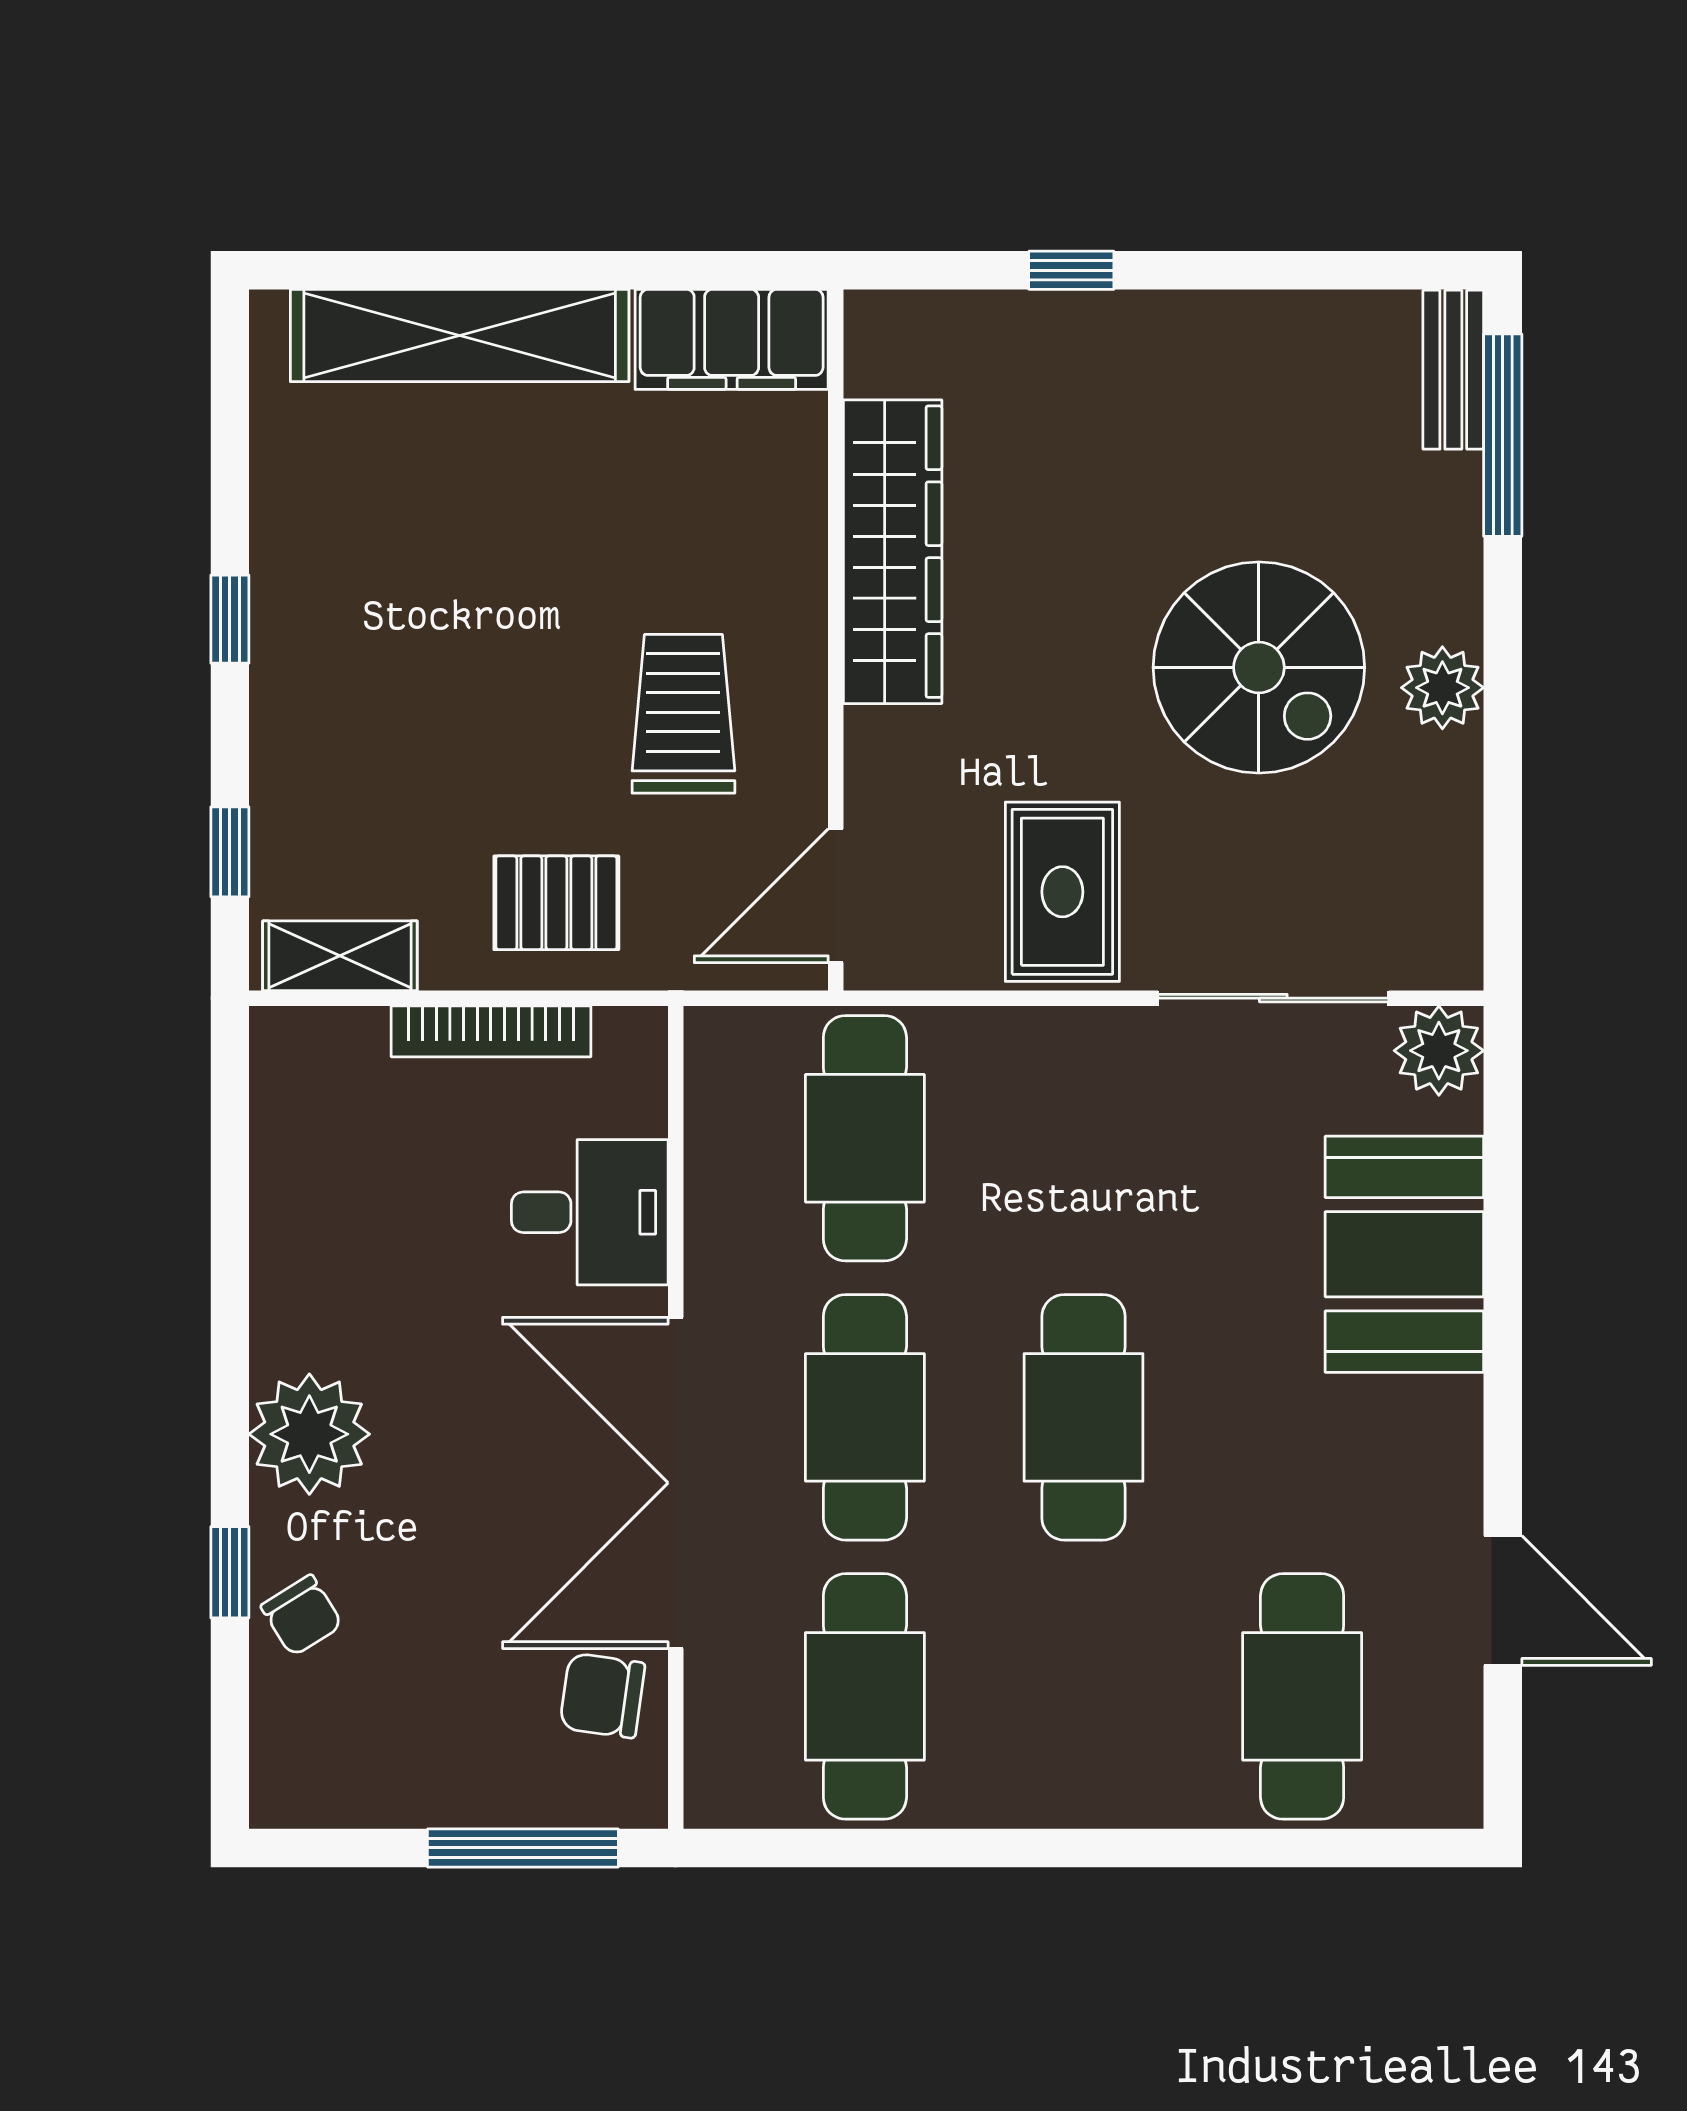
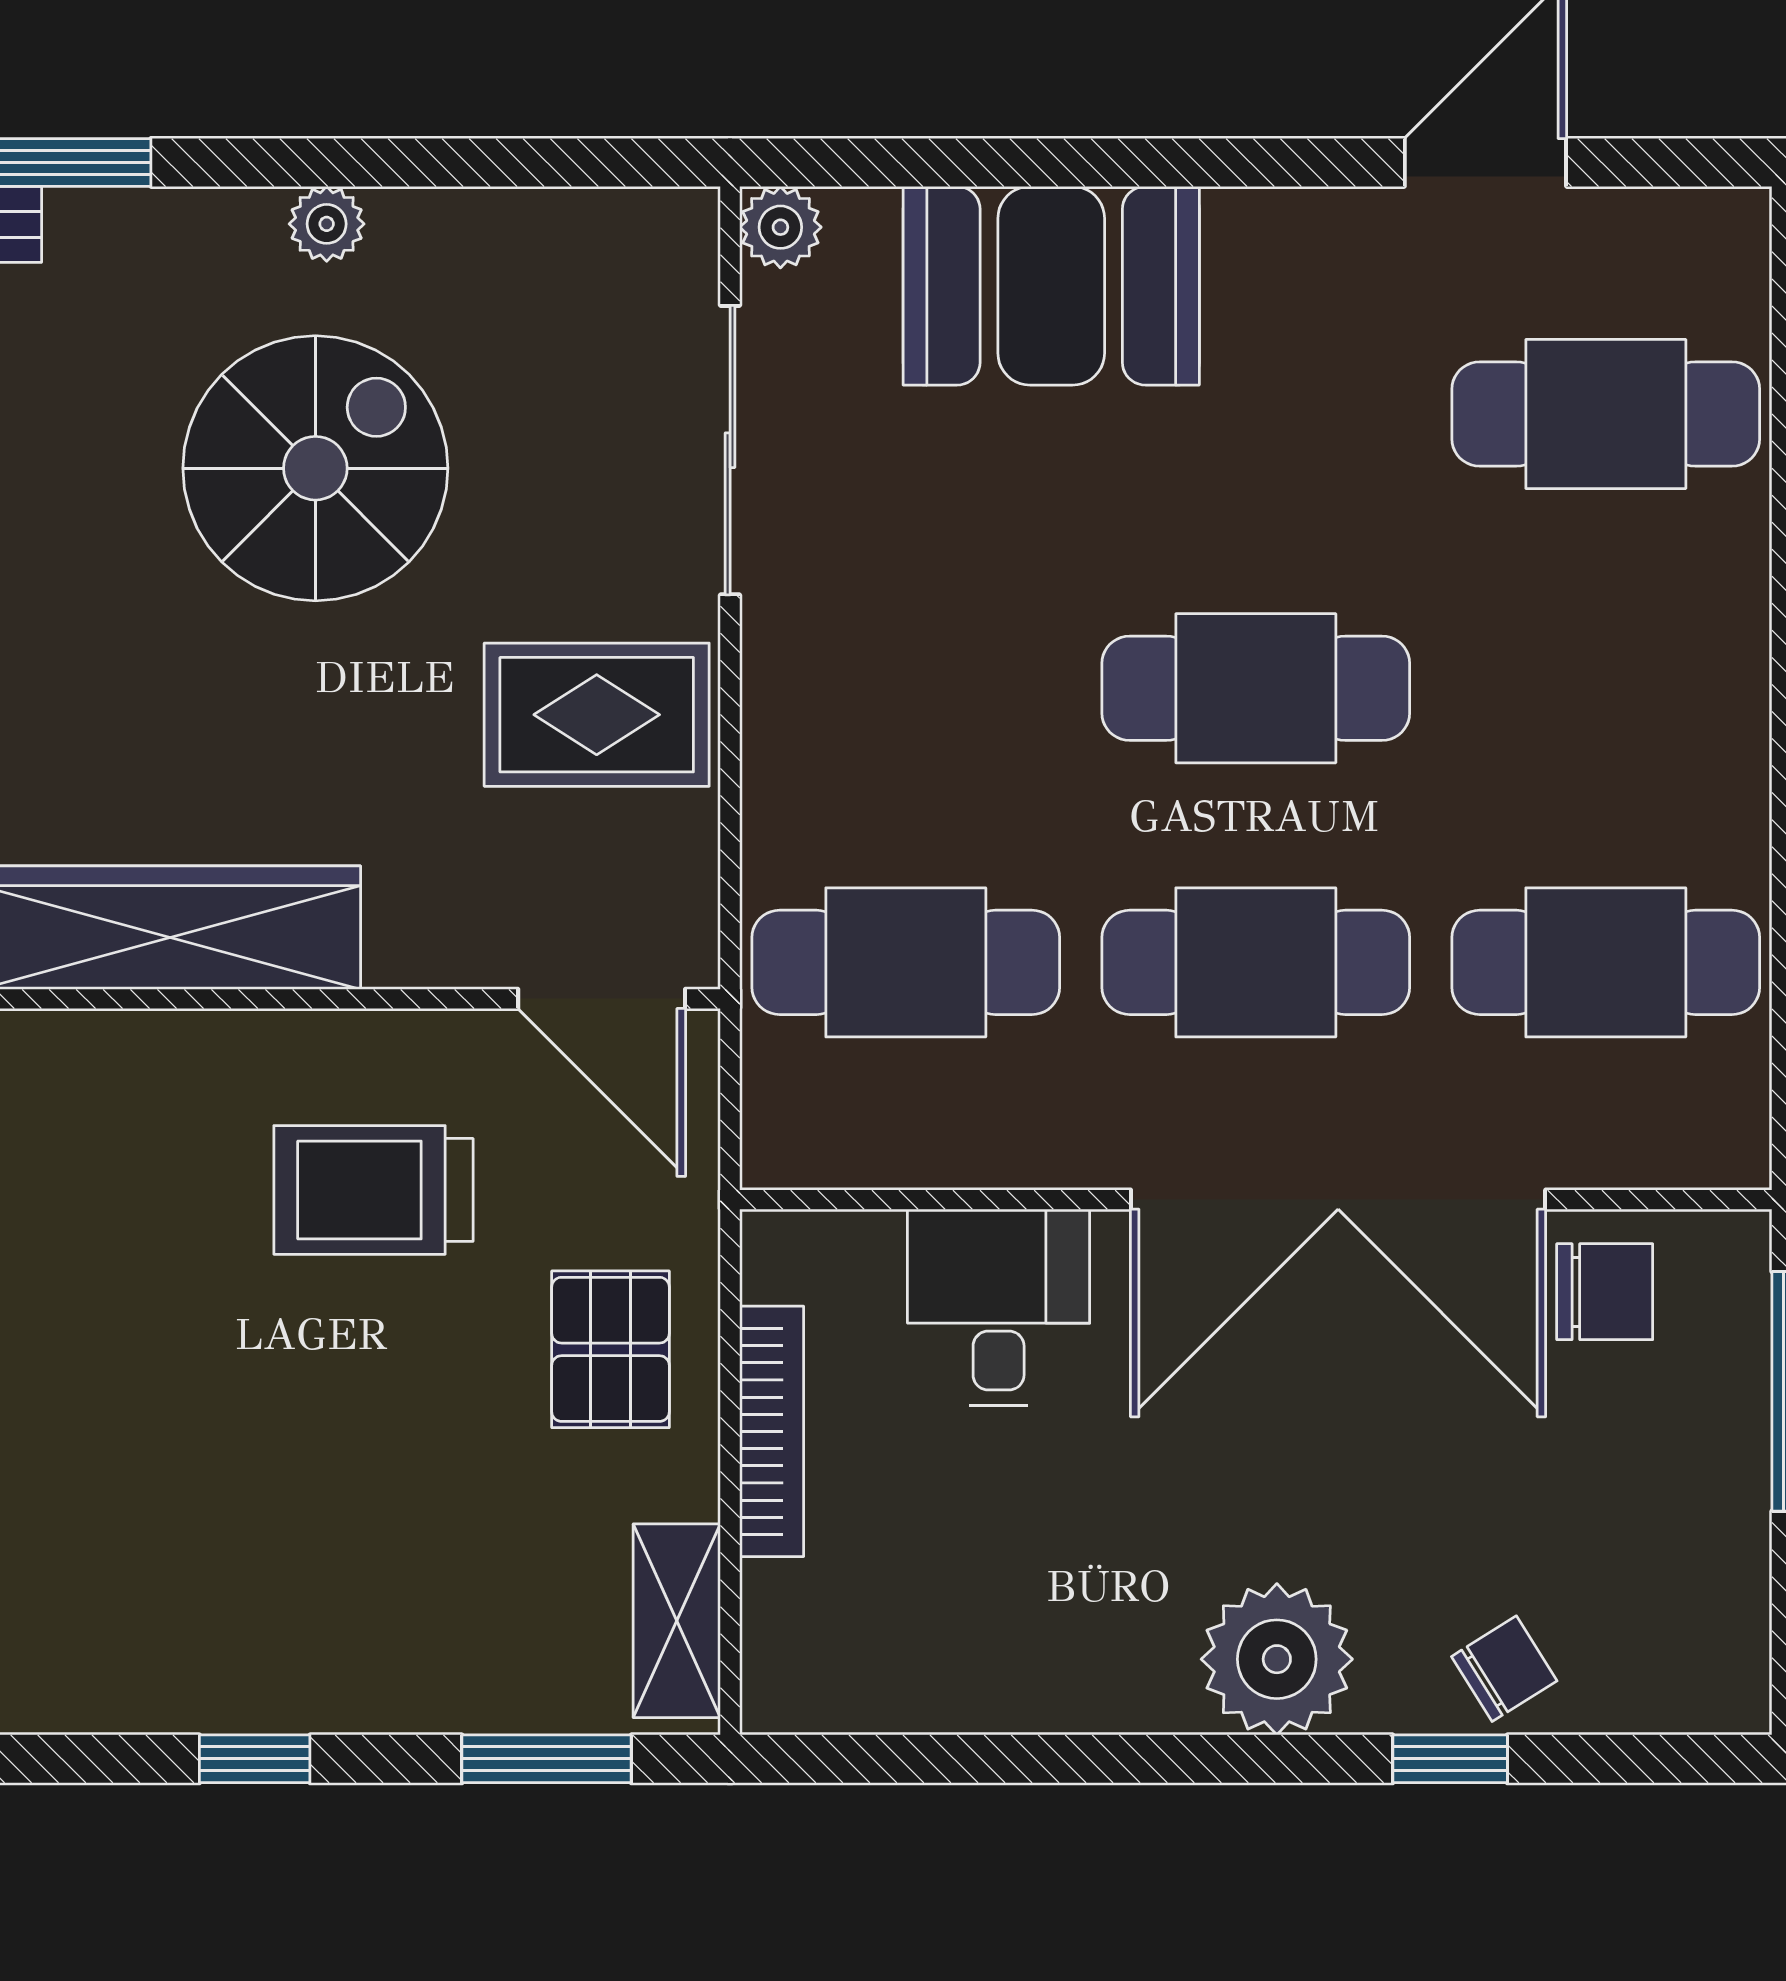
plant: (1442, 688) -> (327, 224), width x0.73, depth x0.73
window: (230, 852) -> (547, 1759), width x1.50
plant: (1439, 1051) -> (780, 227), width x0.73, depth x0.73
chair: (602, 1696) -> (1605, 1292), turned -98

